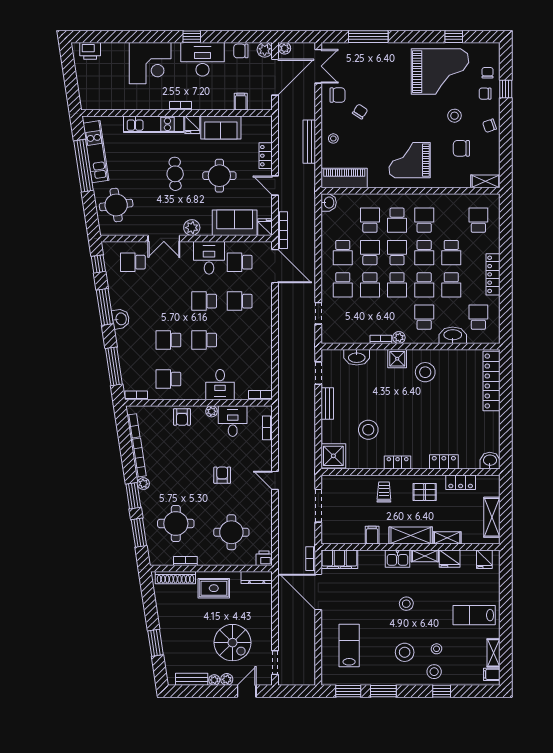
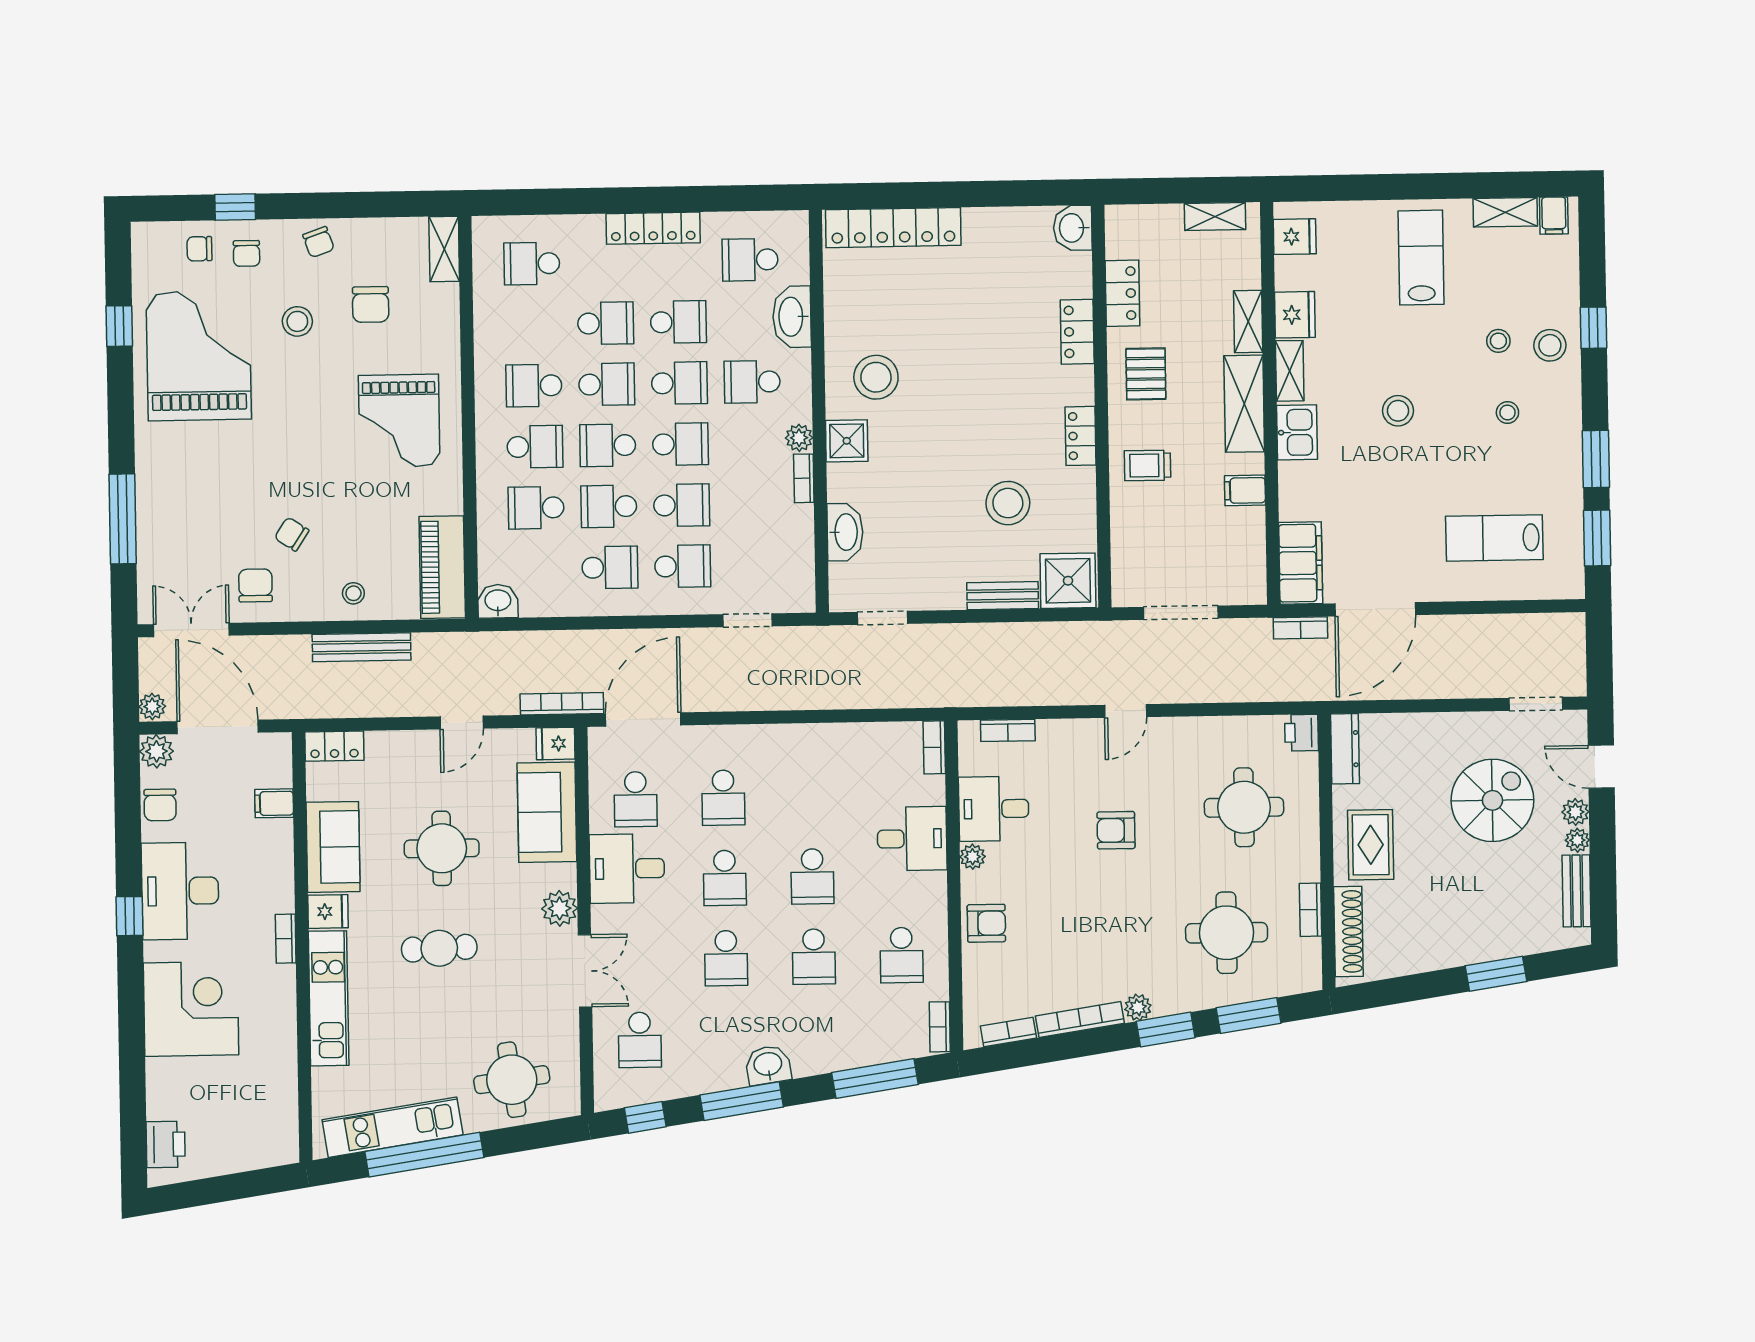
locker: (266, 156) -> (334, 746), moved
school desk: (168, 301) -> (726, 958), added
bench: (327, 404) -> (1003, 596), moved
shelving: (492, 517) -> (1215, 217), width x0.67, depth x0.75
lab bench: (474, 615) -> (1421, 258), turned 180
stool: (405, 652) -> (1507, 412), width x0.53, depth x0.53

